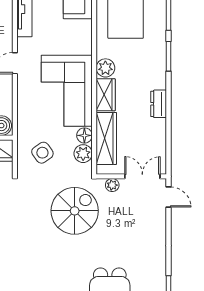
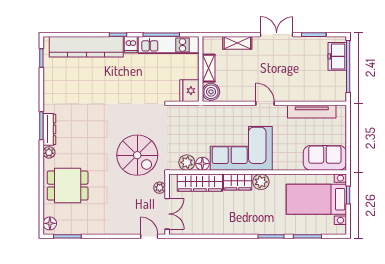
dresser: (159, 104) -> (230, 228), removed
side table: (42, 153) -> (188, 127), removed
door: (169, 197) -> (149, 236), swing flipped

